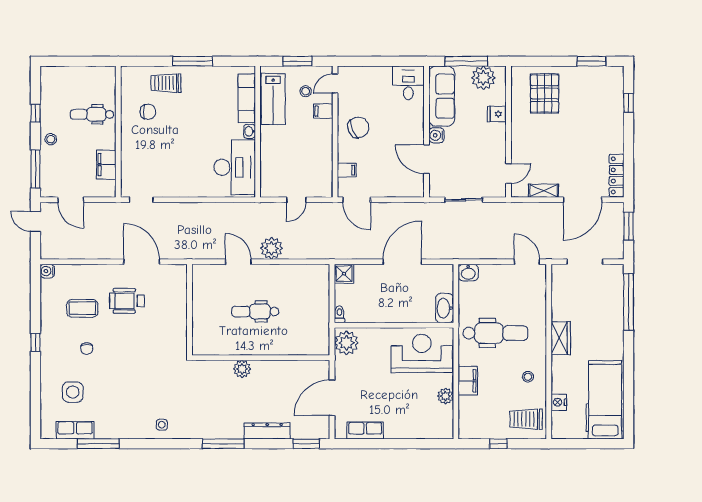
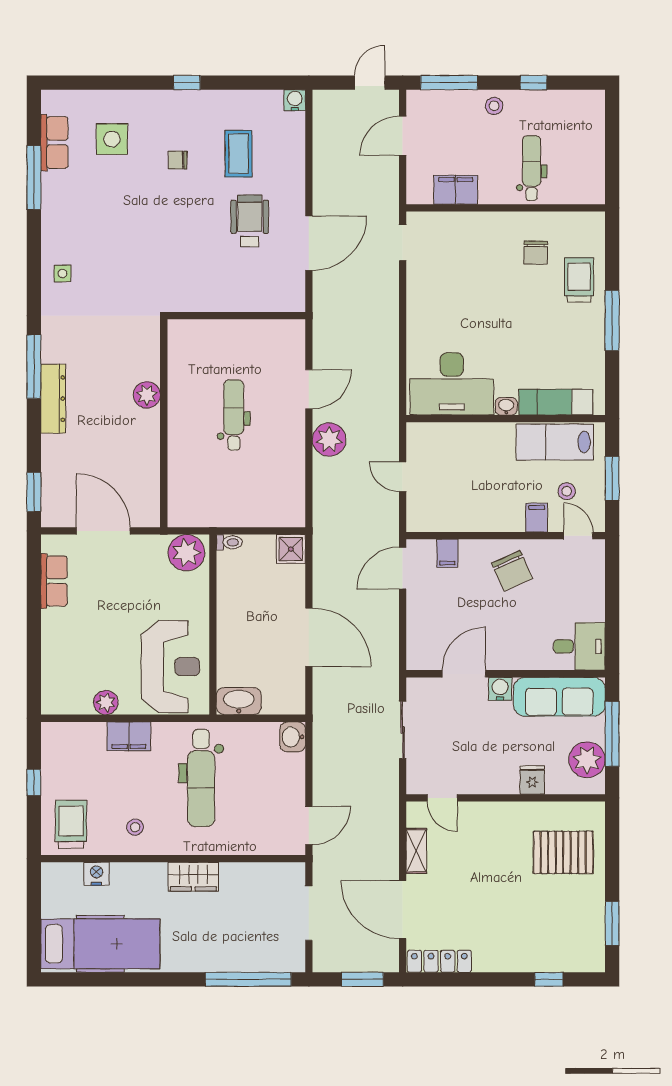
dresser: (267, 431) -> (53, 399), moved

